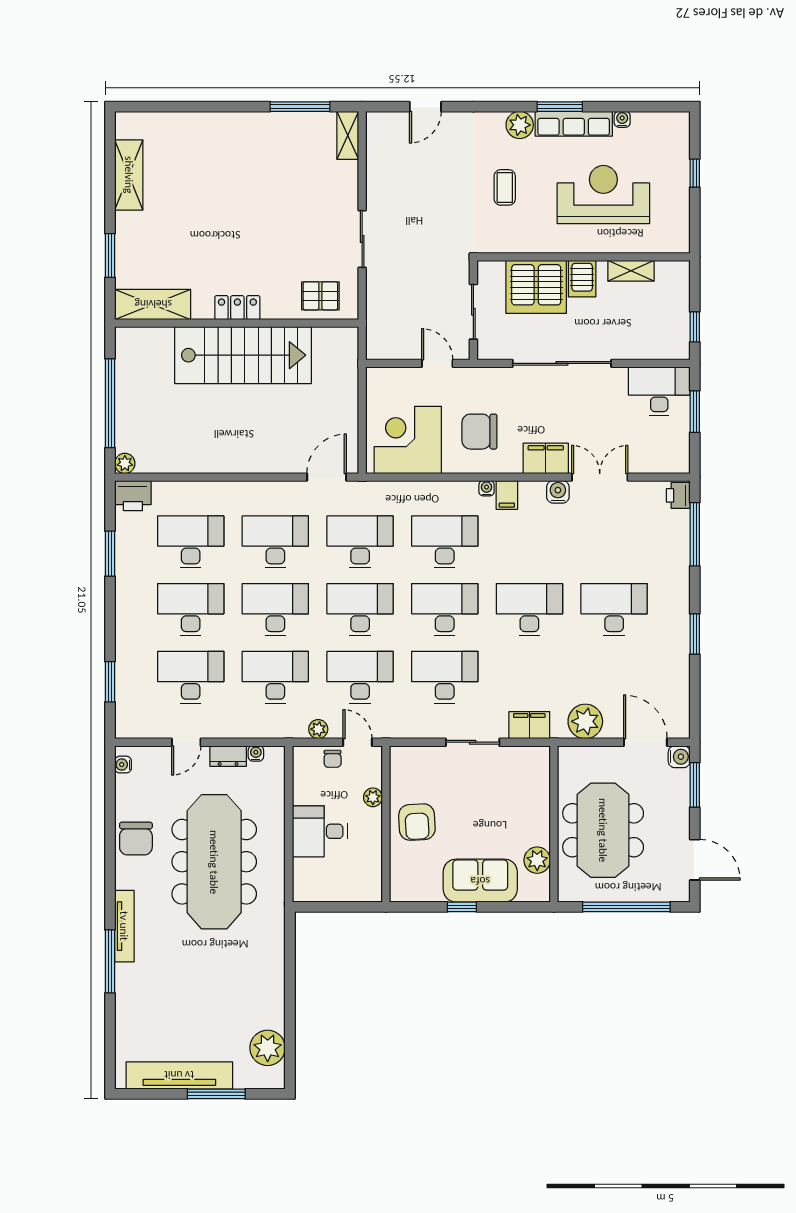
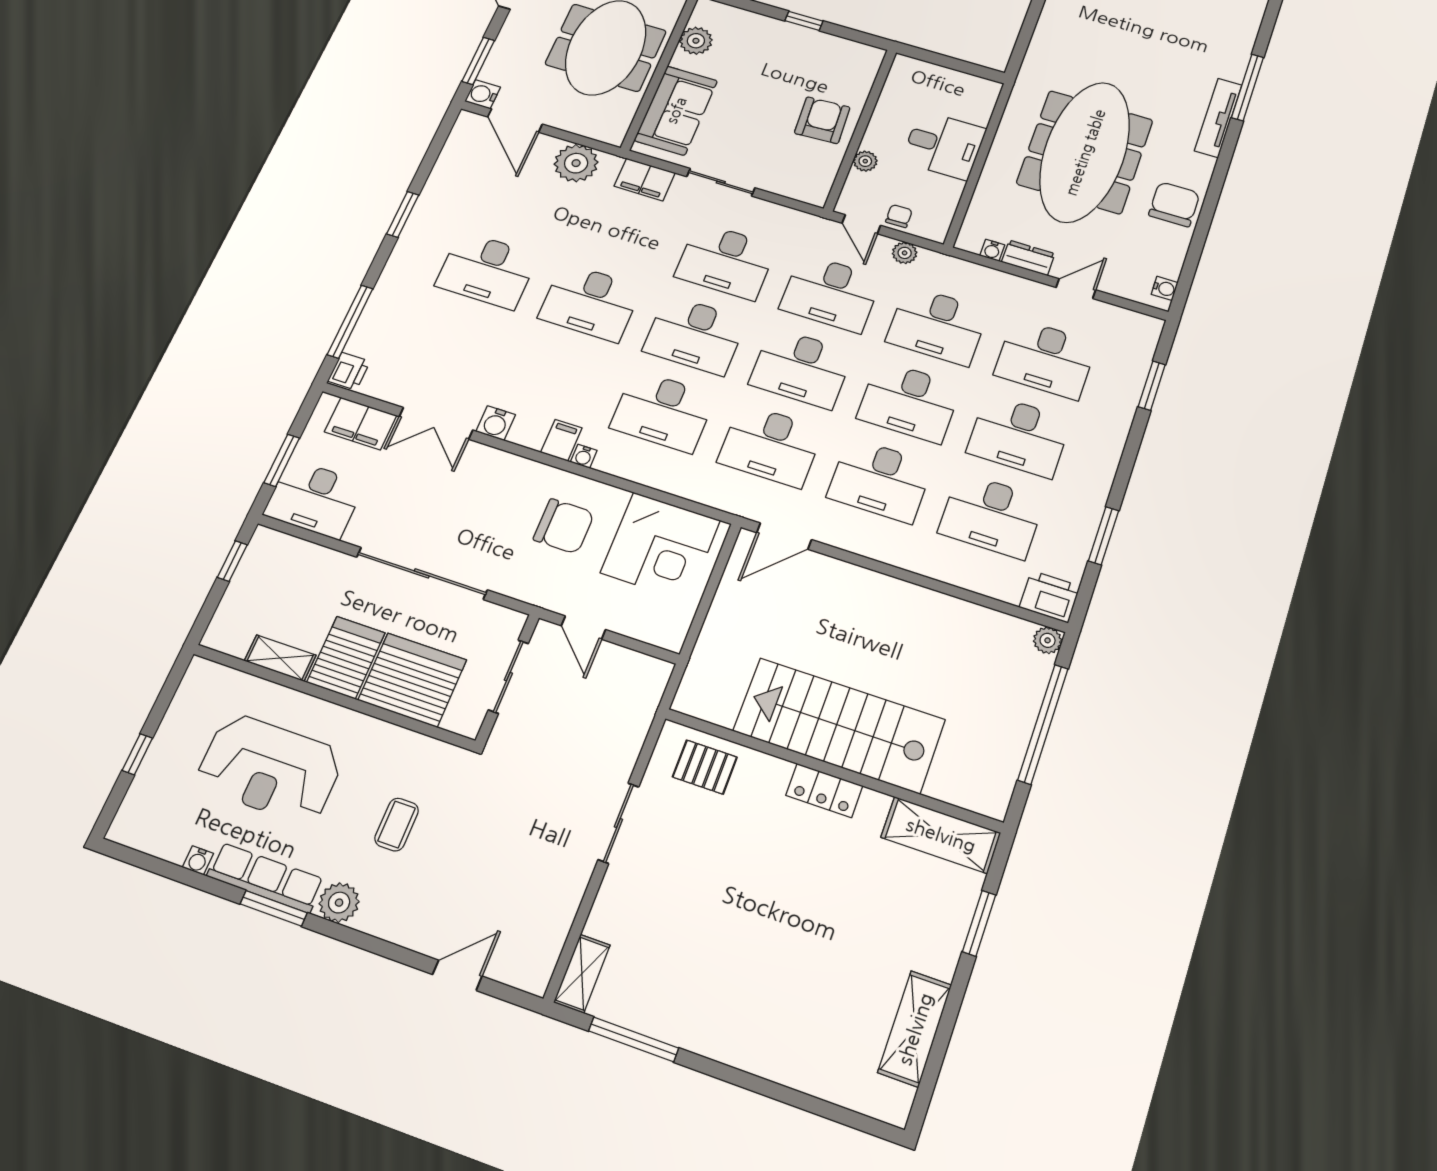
server rack: (582, 279) -> (346, 658), width x1.36, depth x1.44
filing cabinet: (546, 458) -> (361, 424), moved
sofa: (480, 881) -> (676, 110), moved, turned -90

